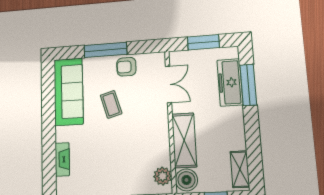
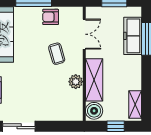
coffee table: (111, 104) -> (57, 54), moved
plant: (163, 176) -> (76, 82), moved

